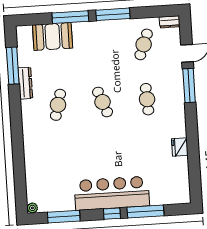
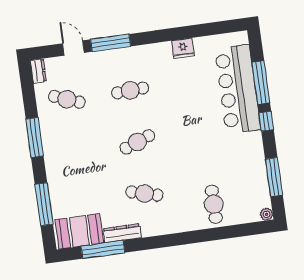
window: (70, 17) -> (44, 204), moved
booth: (53, 36) -> (79, 231), moved, turned 90
cafe table: (44, 163) -> (214, 204), added
bar counter: (112, 193) -> (238, 89), moved

